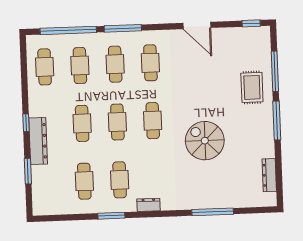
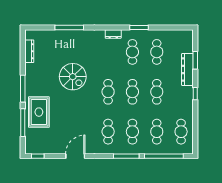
door: (197, 25) -> (75, 156), hinge flipped
rug: (252, 87) -> (39, 112), width x1.36, depth x1.43
dresser: (38, 141) -> (187, 69), moved

